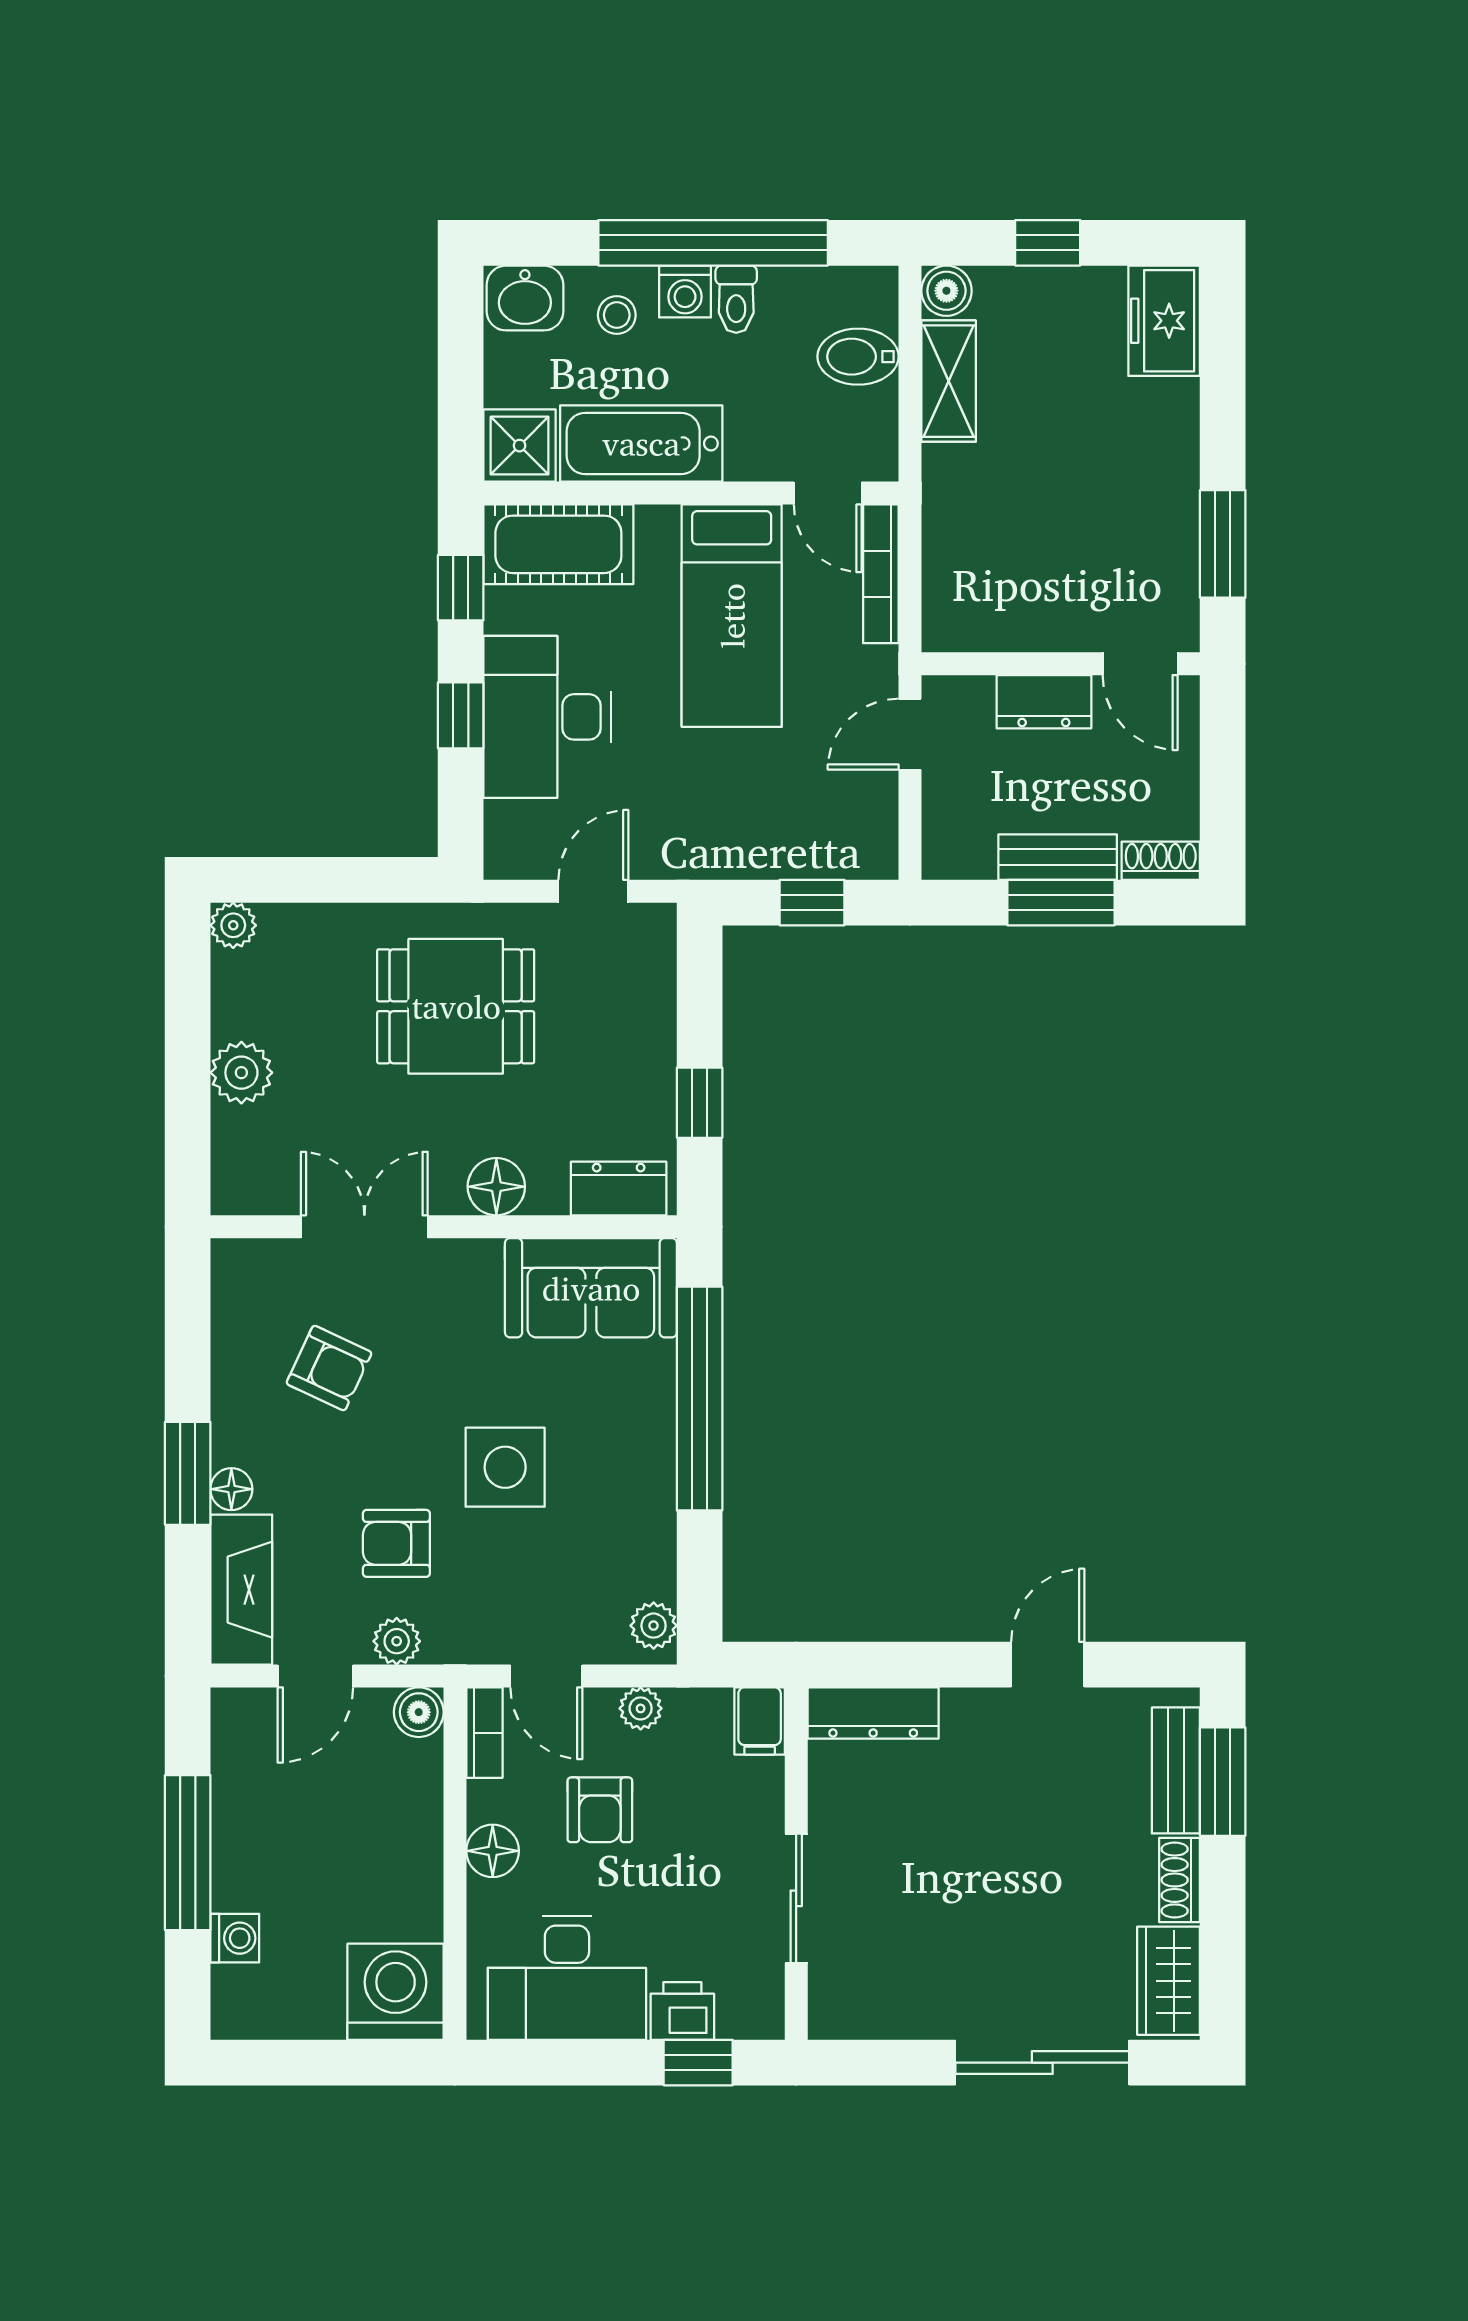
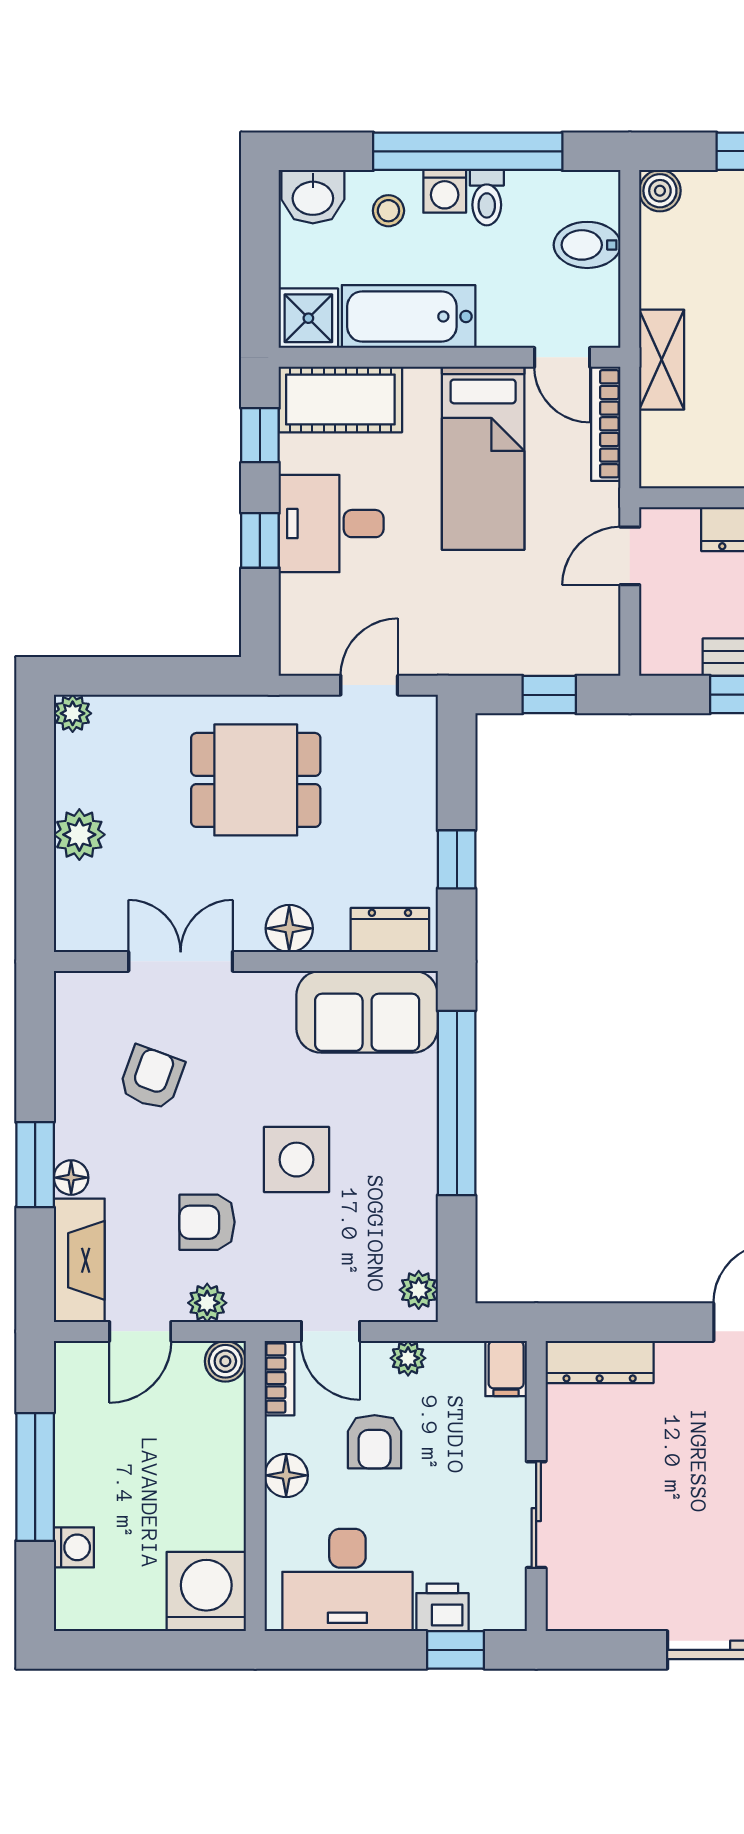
shelving: (949, 381) -> (662, 360), moved
desk: (547, 717) -> (331, 524), width x0.73
armchair: (329, 1368) -> (151, 1078), turned -95

